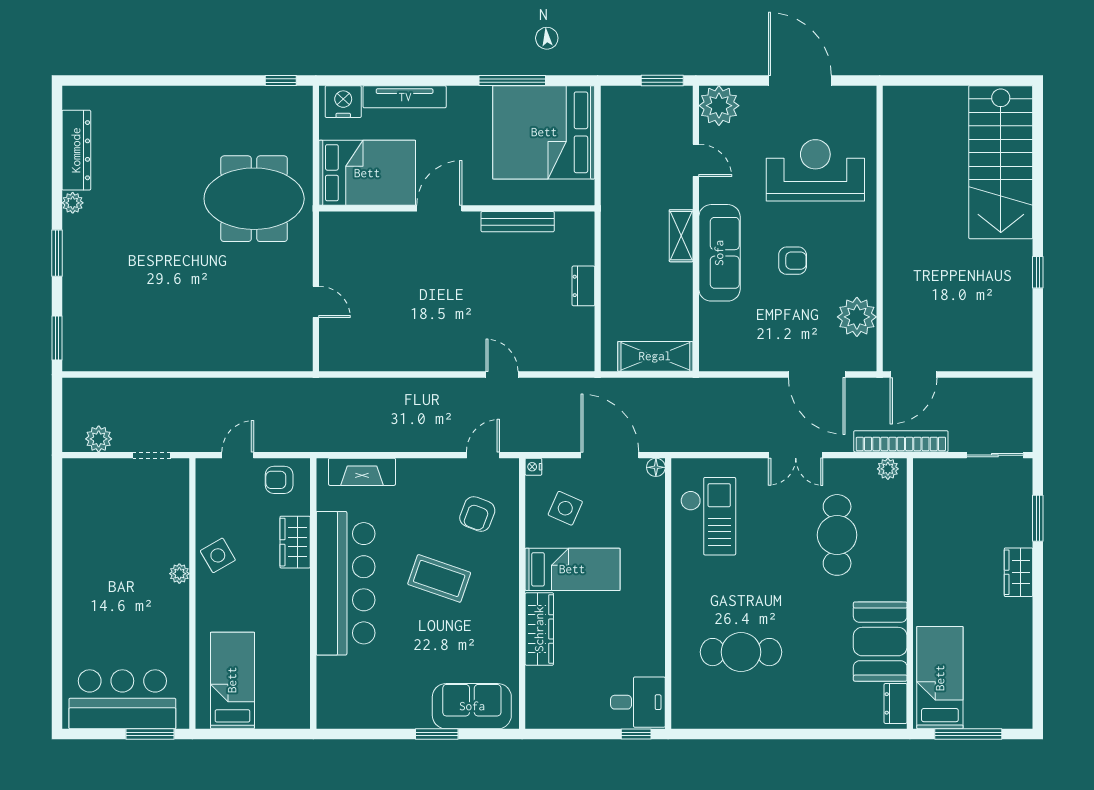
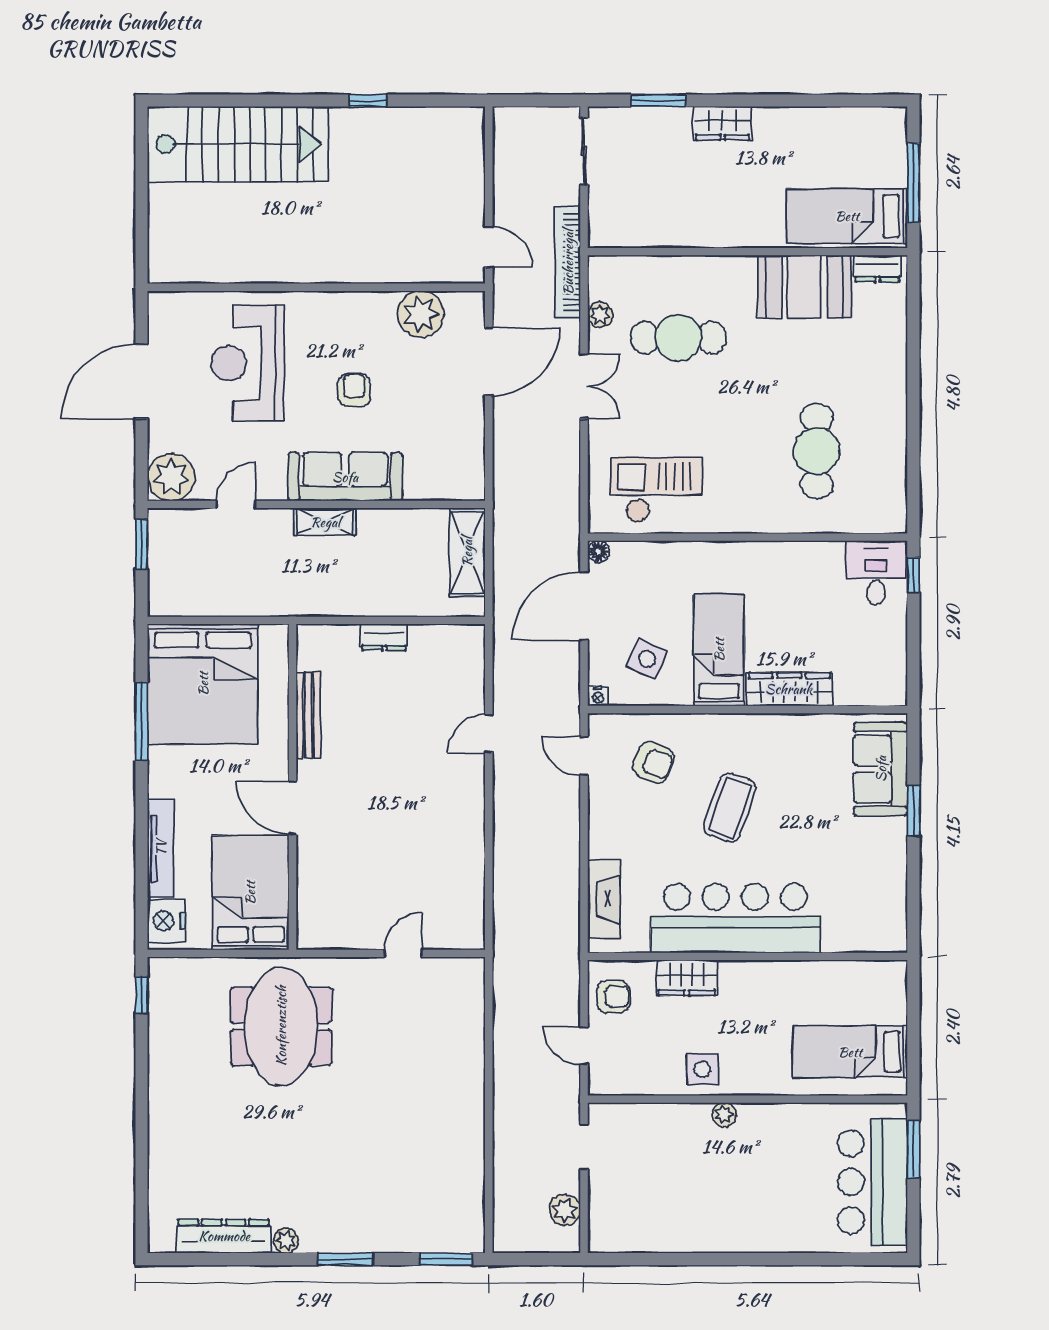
door: (914, 375) -> (489, 247), width x0.73
plant: (888, 469) -> (600, 315), moved
armchair: (279, 480) -> (613, 997), turned -90
side table: (218, 555) -> (703, 1069), turned 30

